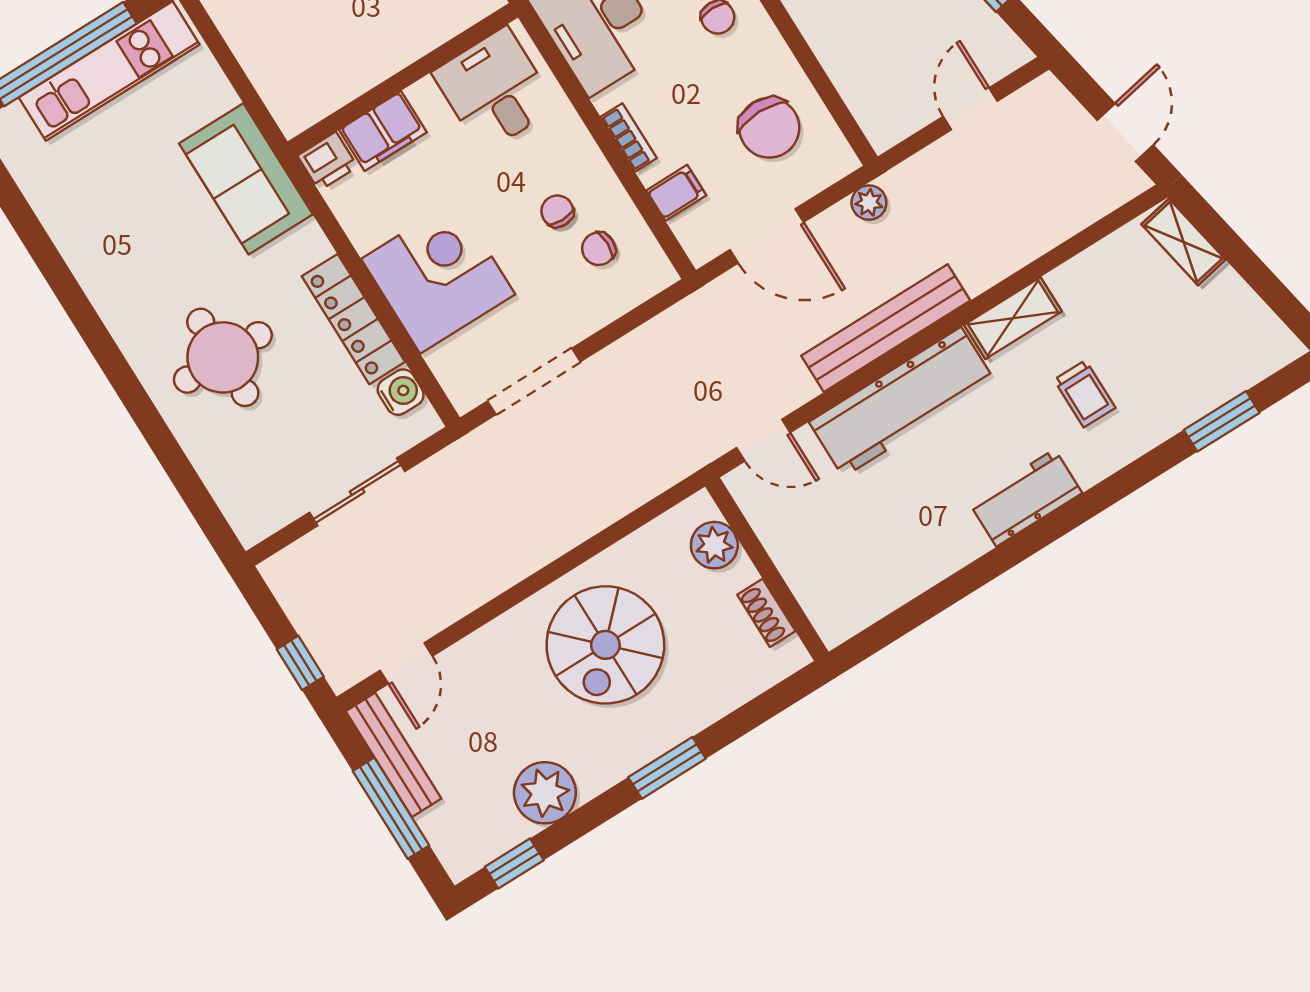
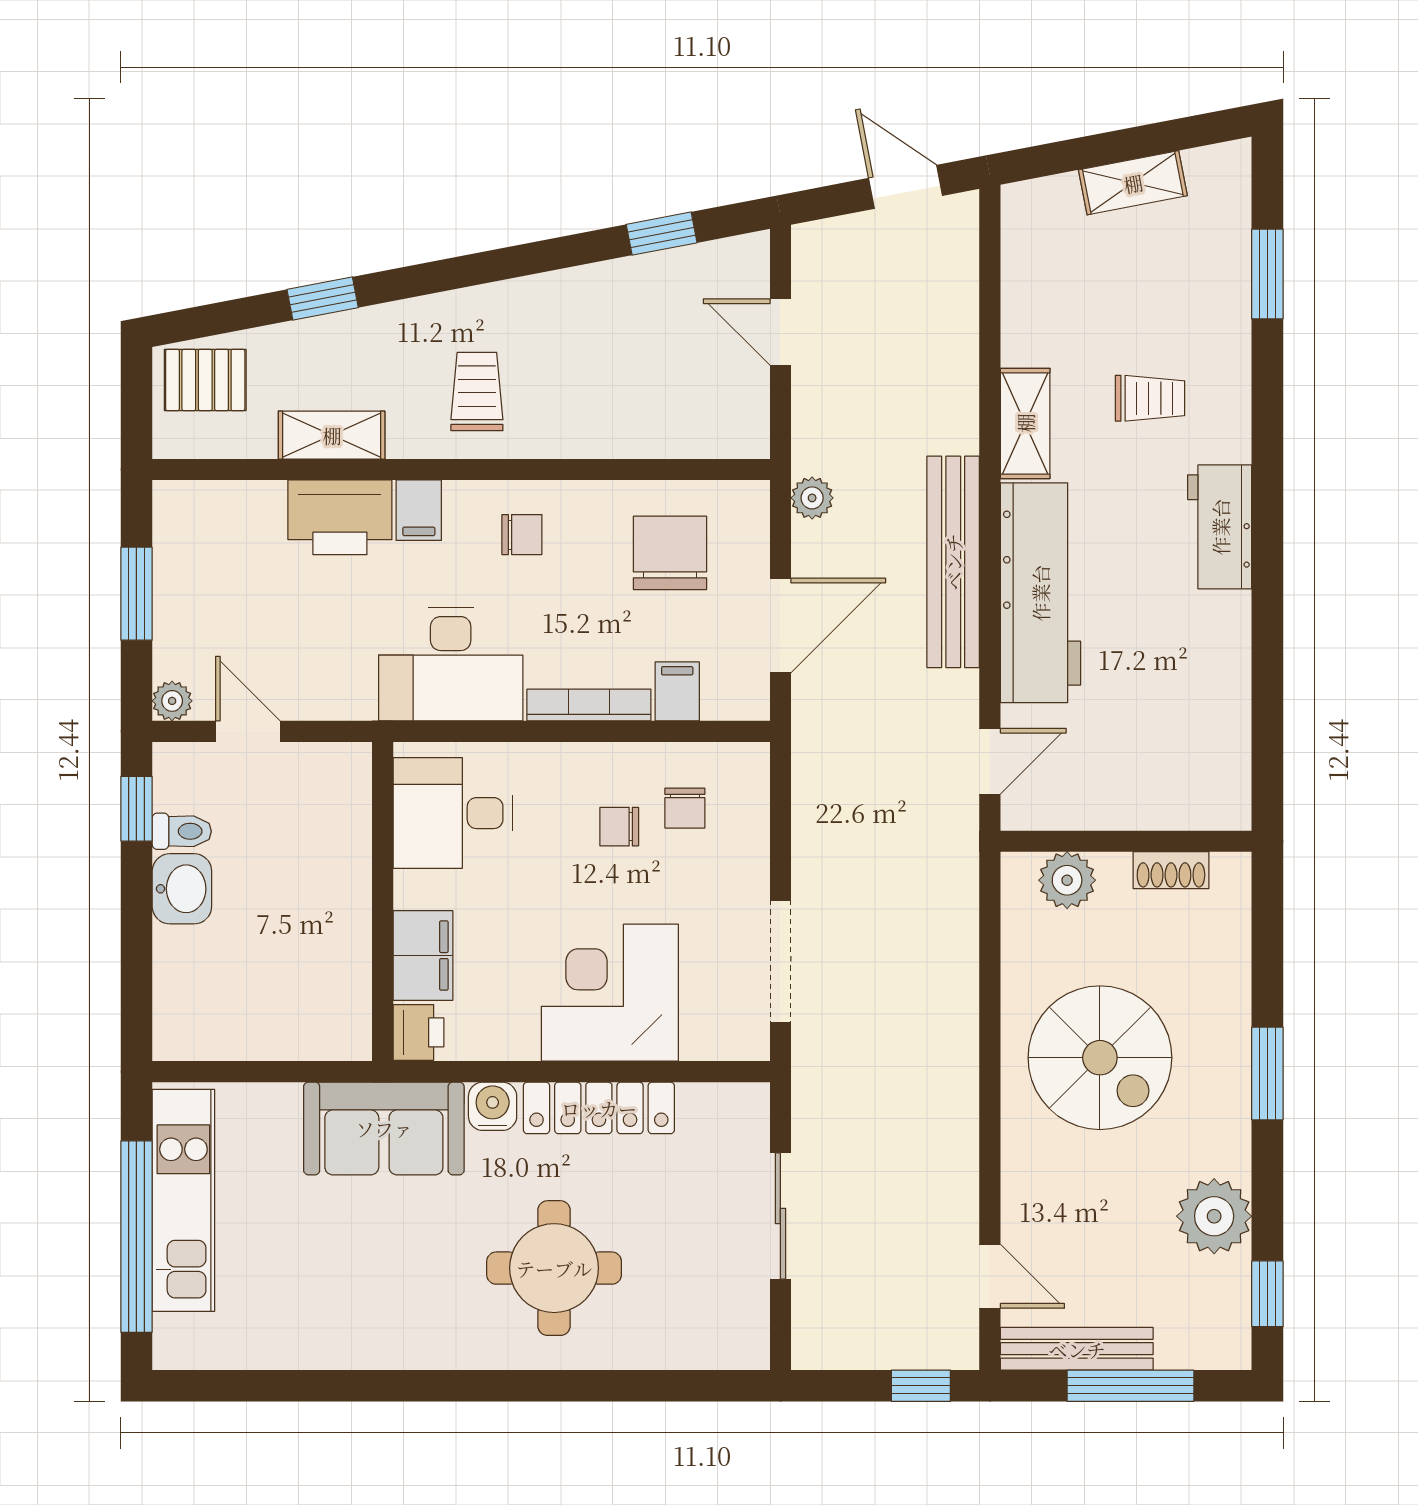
chair: (769, 128) -> (670, 553), turned -90
bookcase: (629, 138) -> (589, 705), width x1.56
shelving: (1183, 242) -> (1133, 183), moved
water cooler: (401, 392) -> (493, 1106), moved

